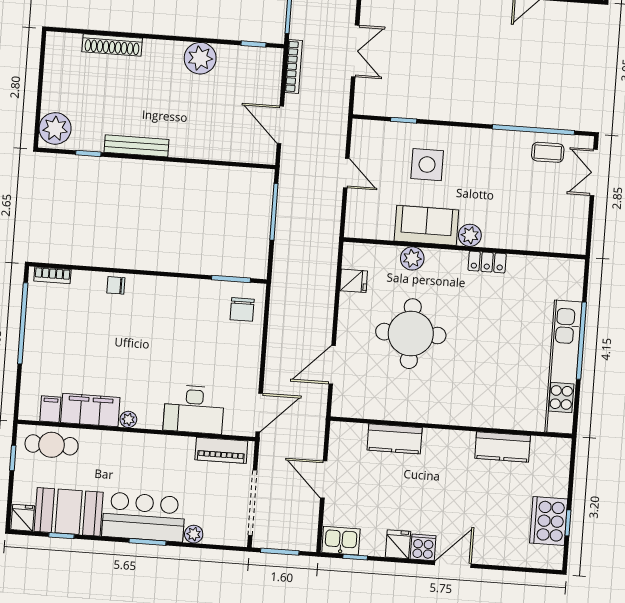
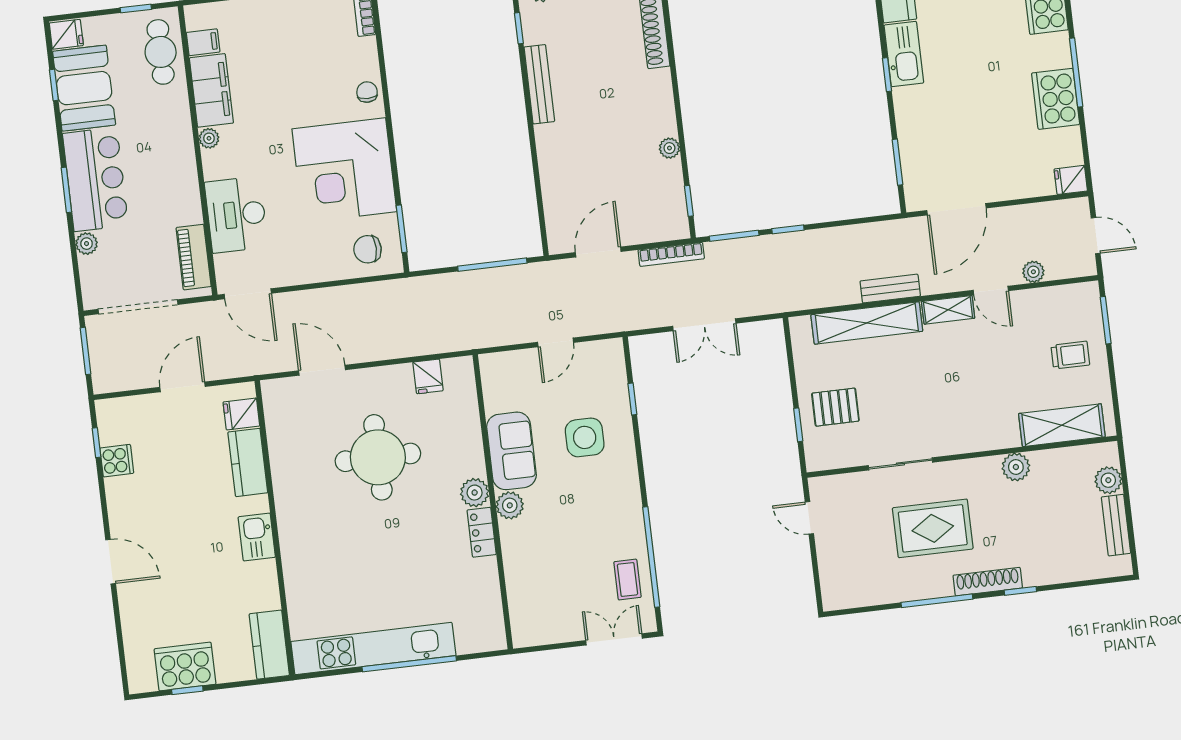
plant: (200, 58) -> (669, 148), width x0.53, depth x0.53
plant: (412, 258) -> (475, 493), moved
corner desk: (175, 316) -> (344, 170), added
kitchen counter: (503, 447) -> (269, 645), moved
kitchen sink: (341, 541) -> (257, 537), moved, turned 180
fridge: (398, 544) -> (241, 414), moved, turned 180
cooker: (423, 547) -> (117, 461), moved

